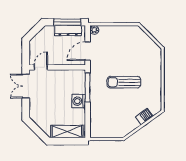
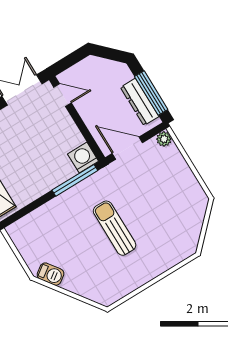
washing machine: (79, 101) -> (83, 158), moved
barbecue: (144, 116) -> (51, 274), moved

